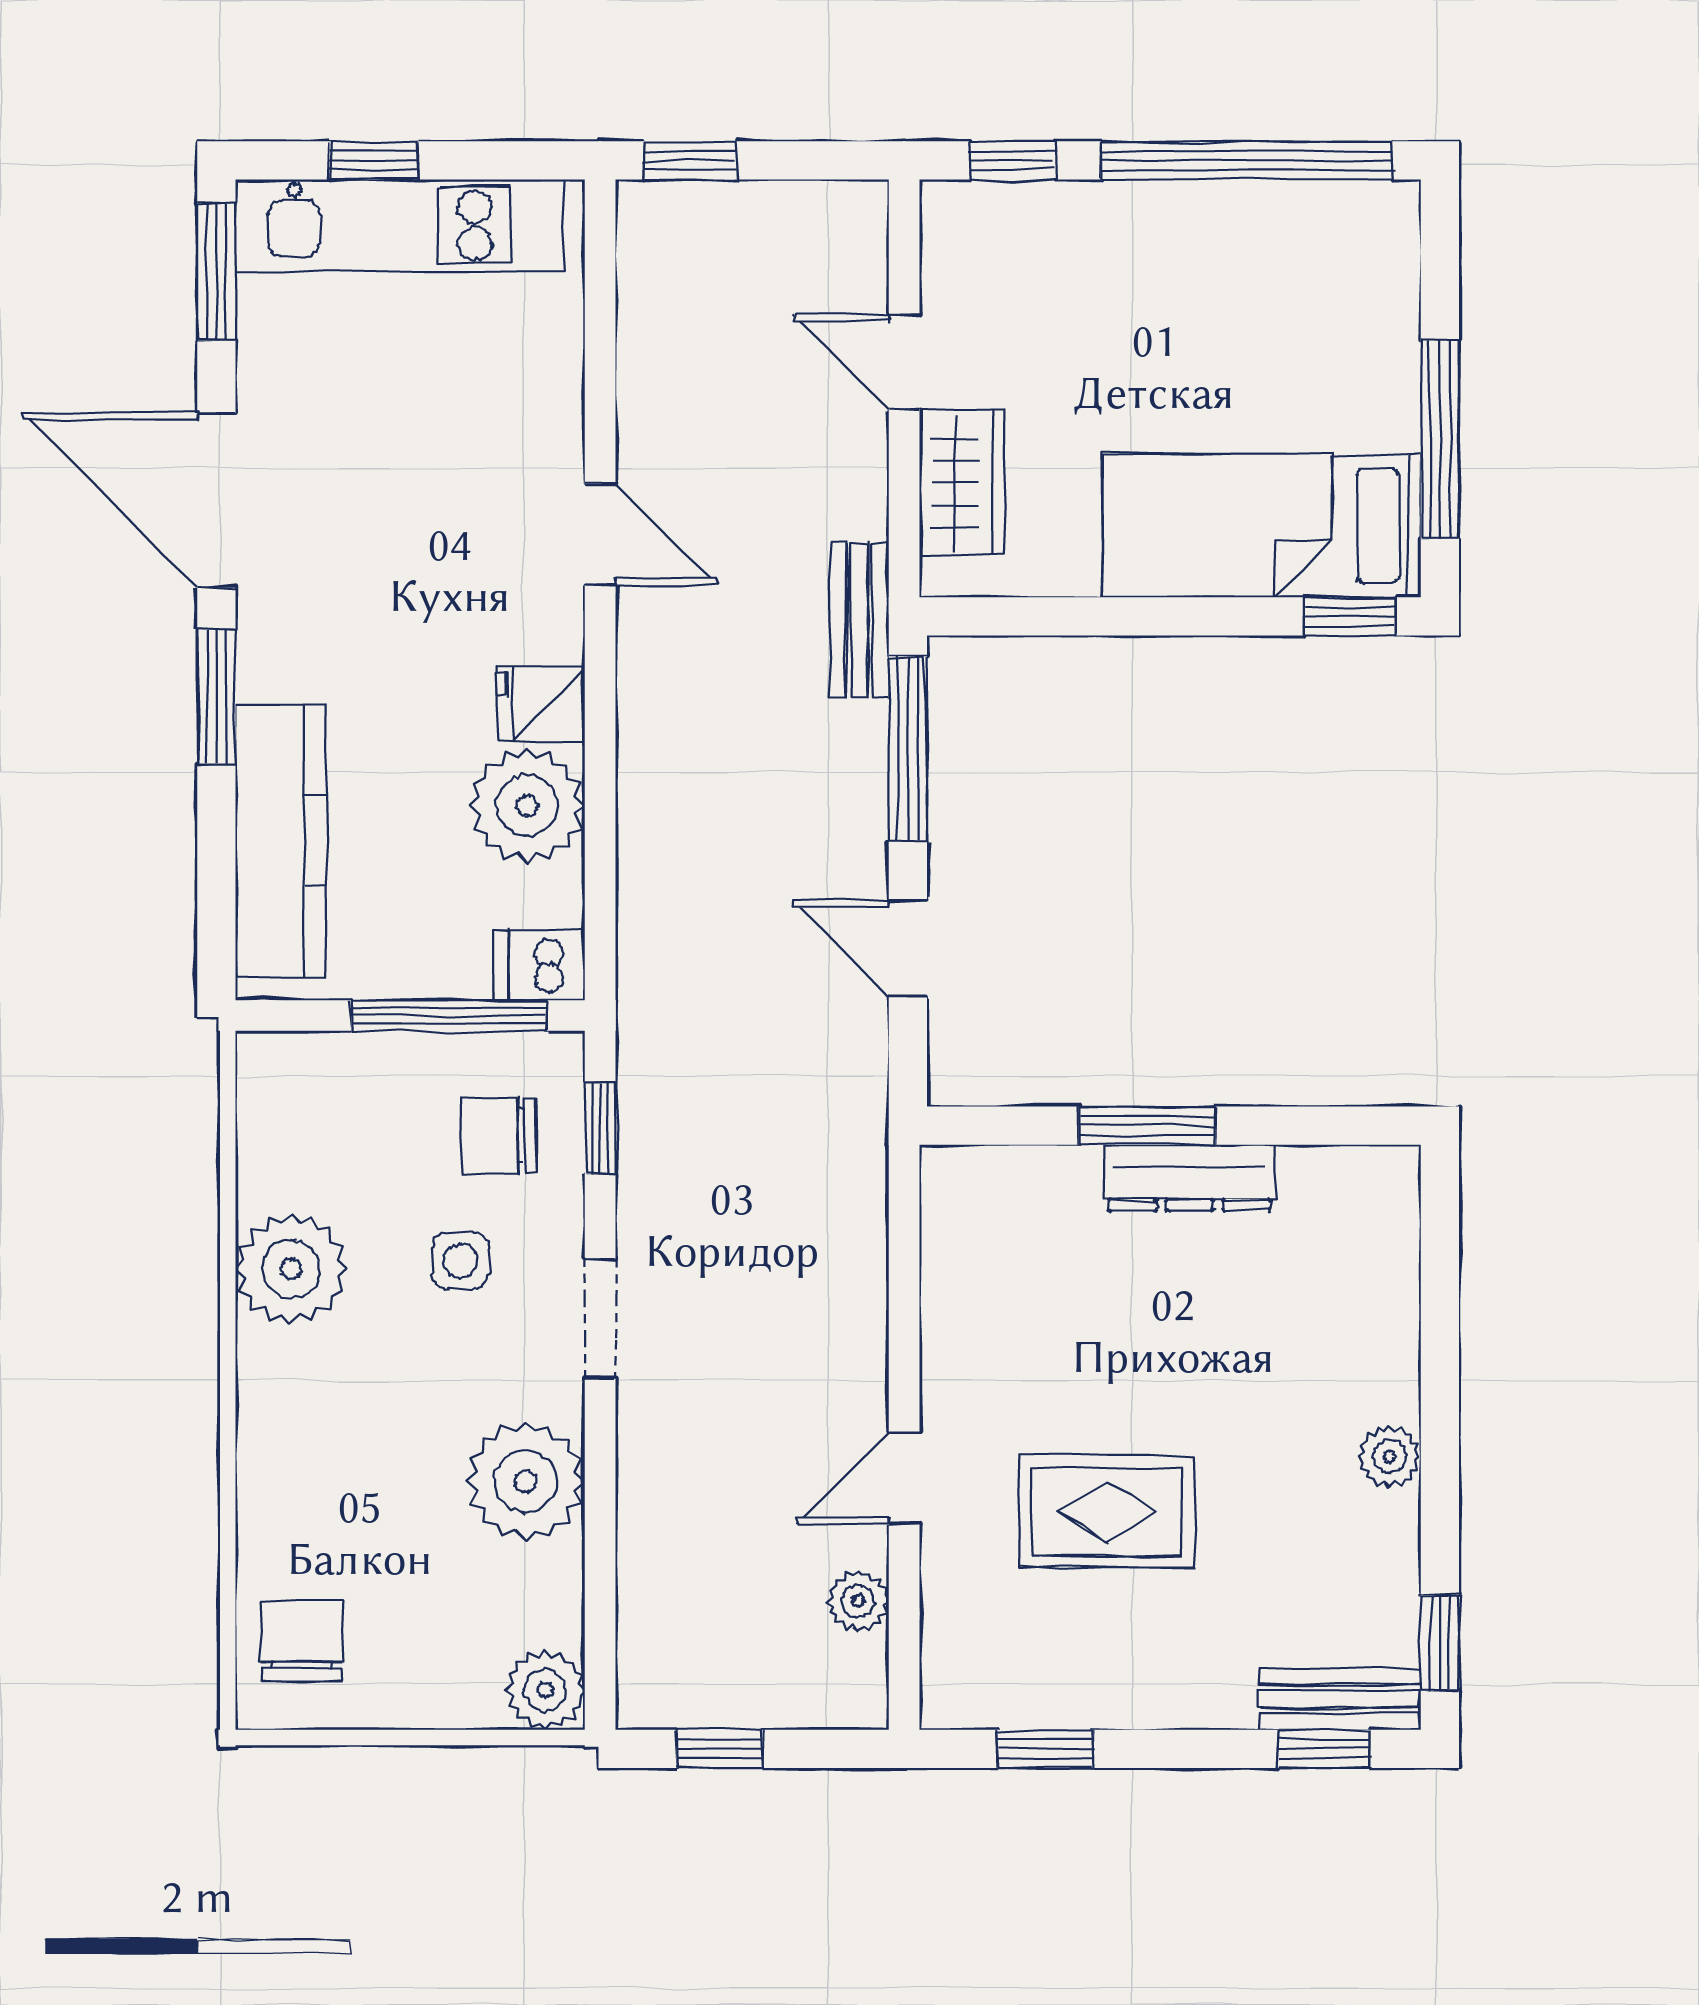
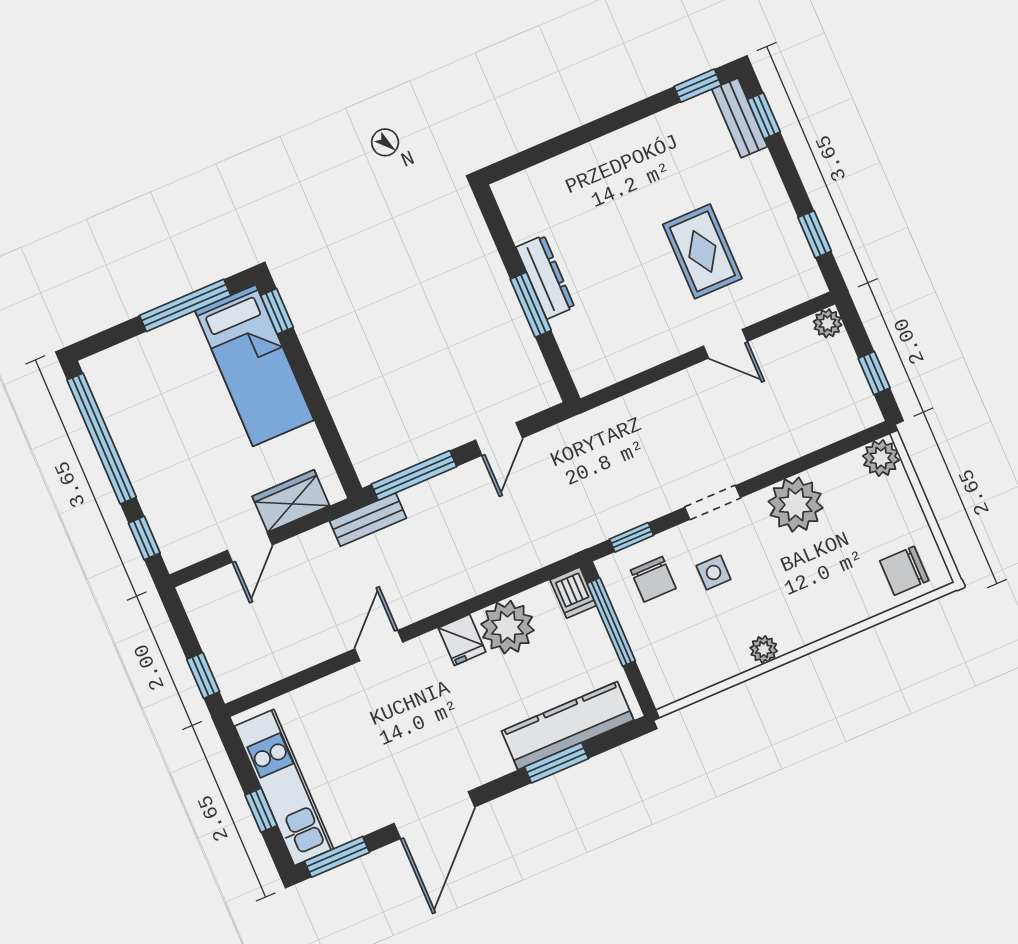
window: (216, 697) -> (557, 763), moved
plant: (291, 1269) -> (764, 649), width x0.53, depth x0.53
plant: (1390, 1456) -> (627, 141), removed
plant: (858, 1601) -> (828, 323), moved

